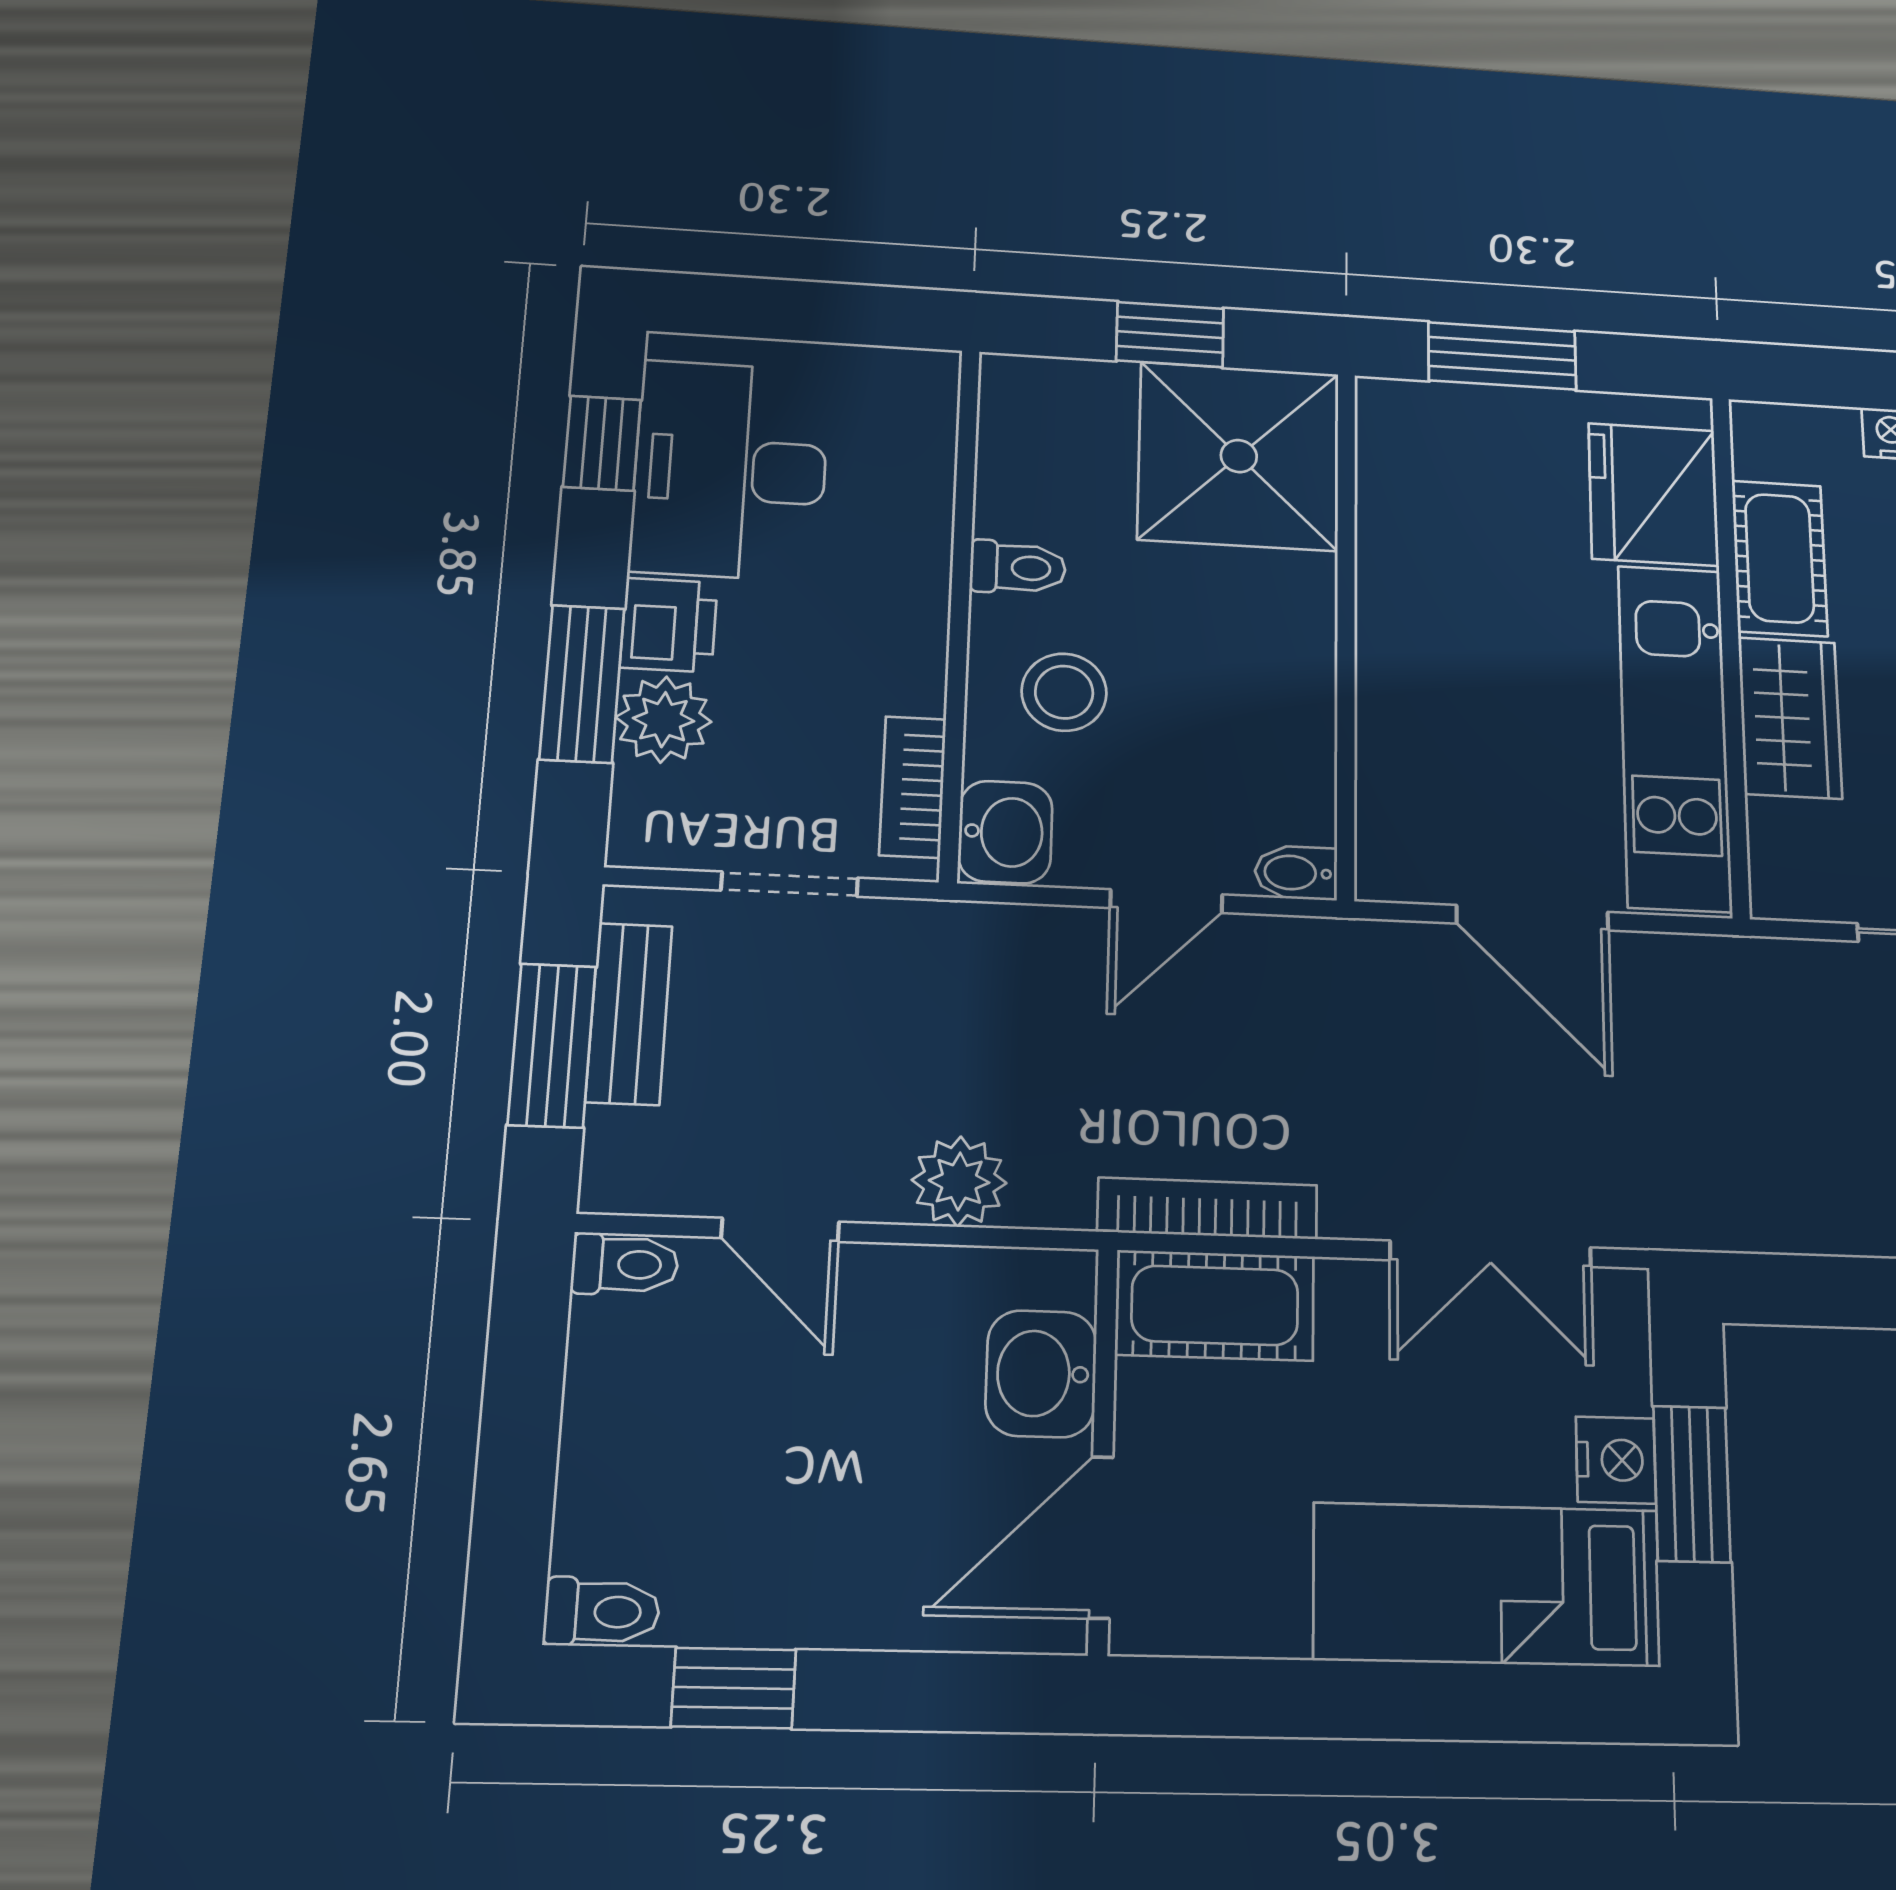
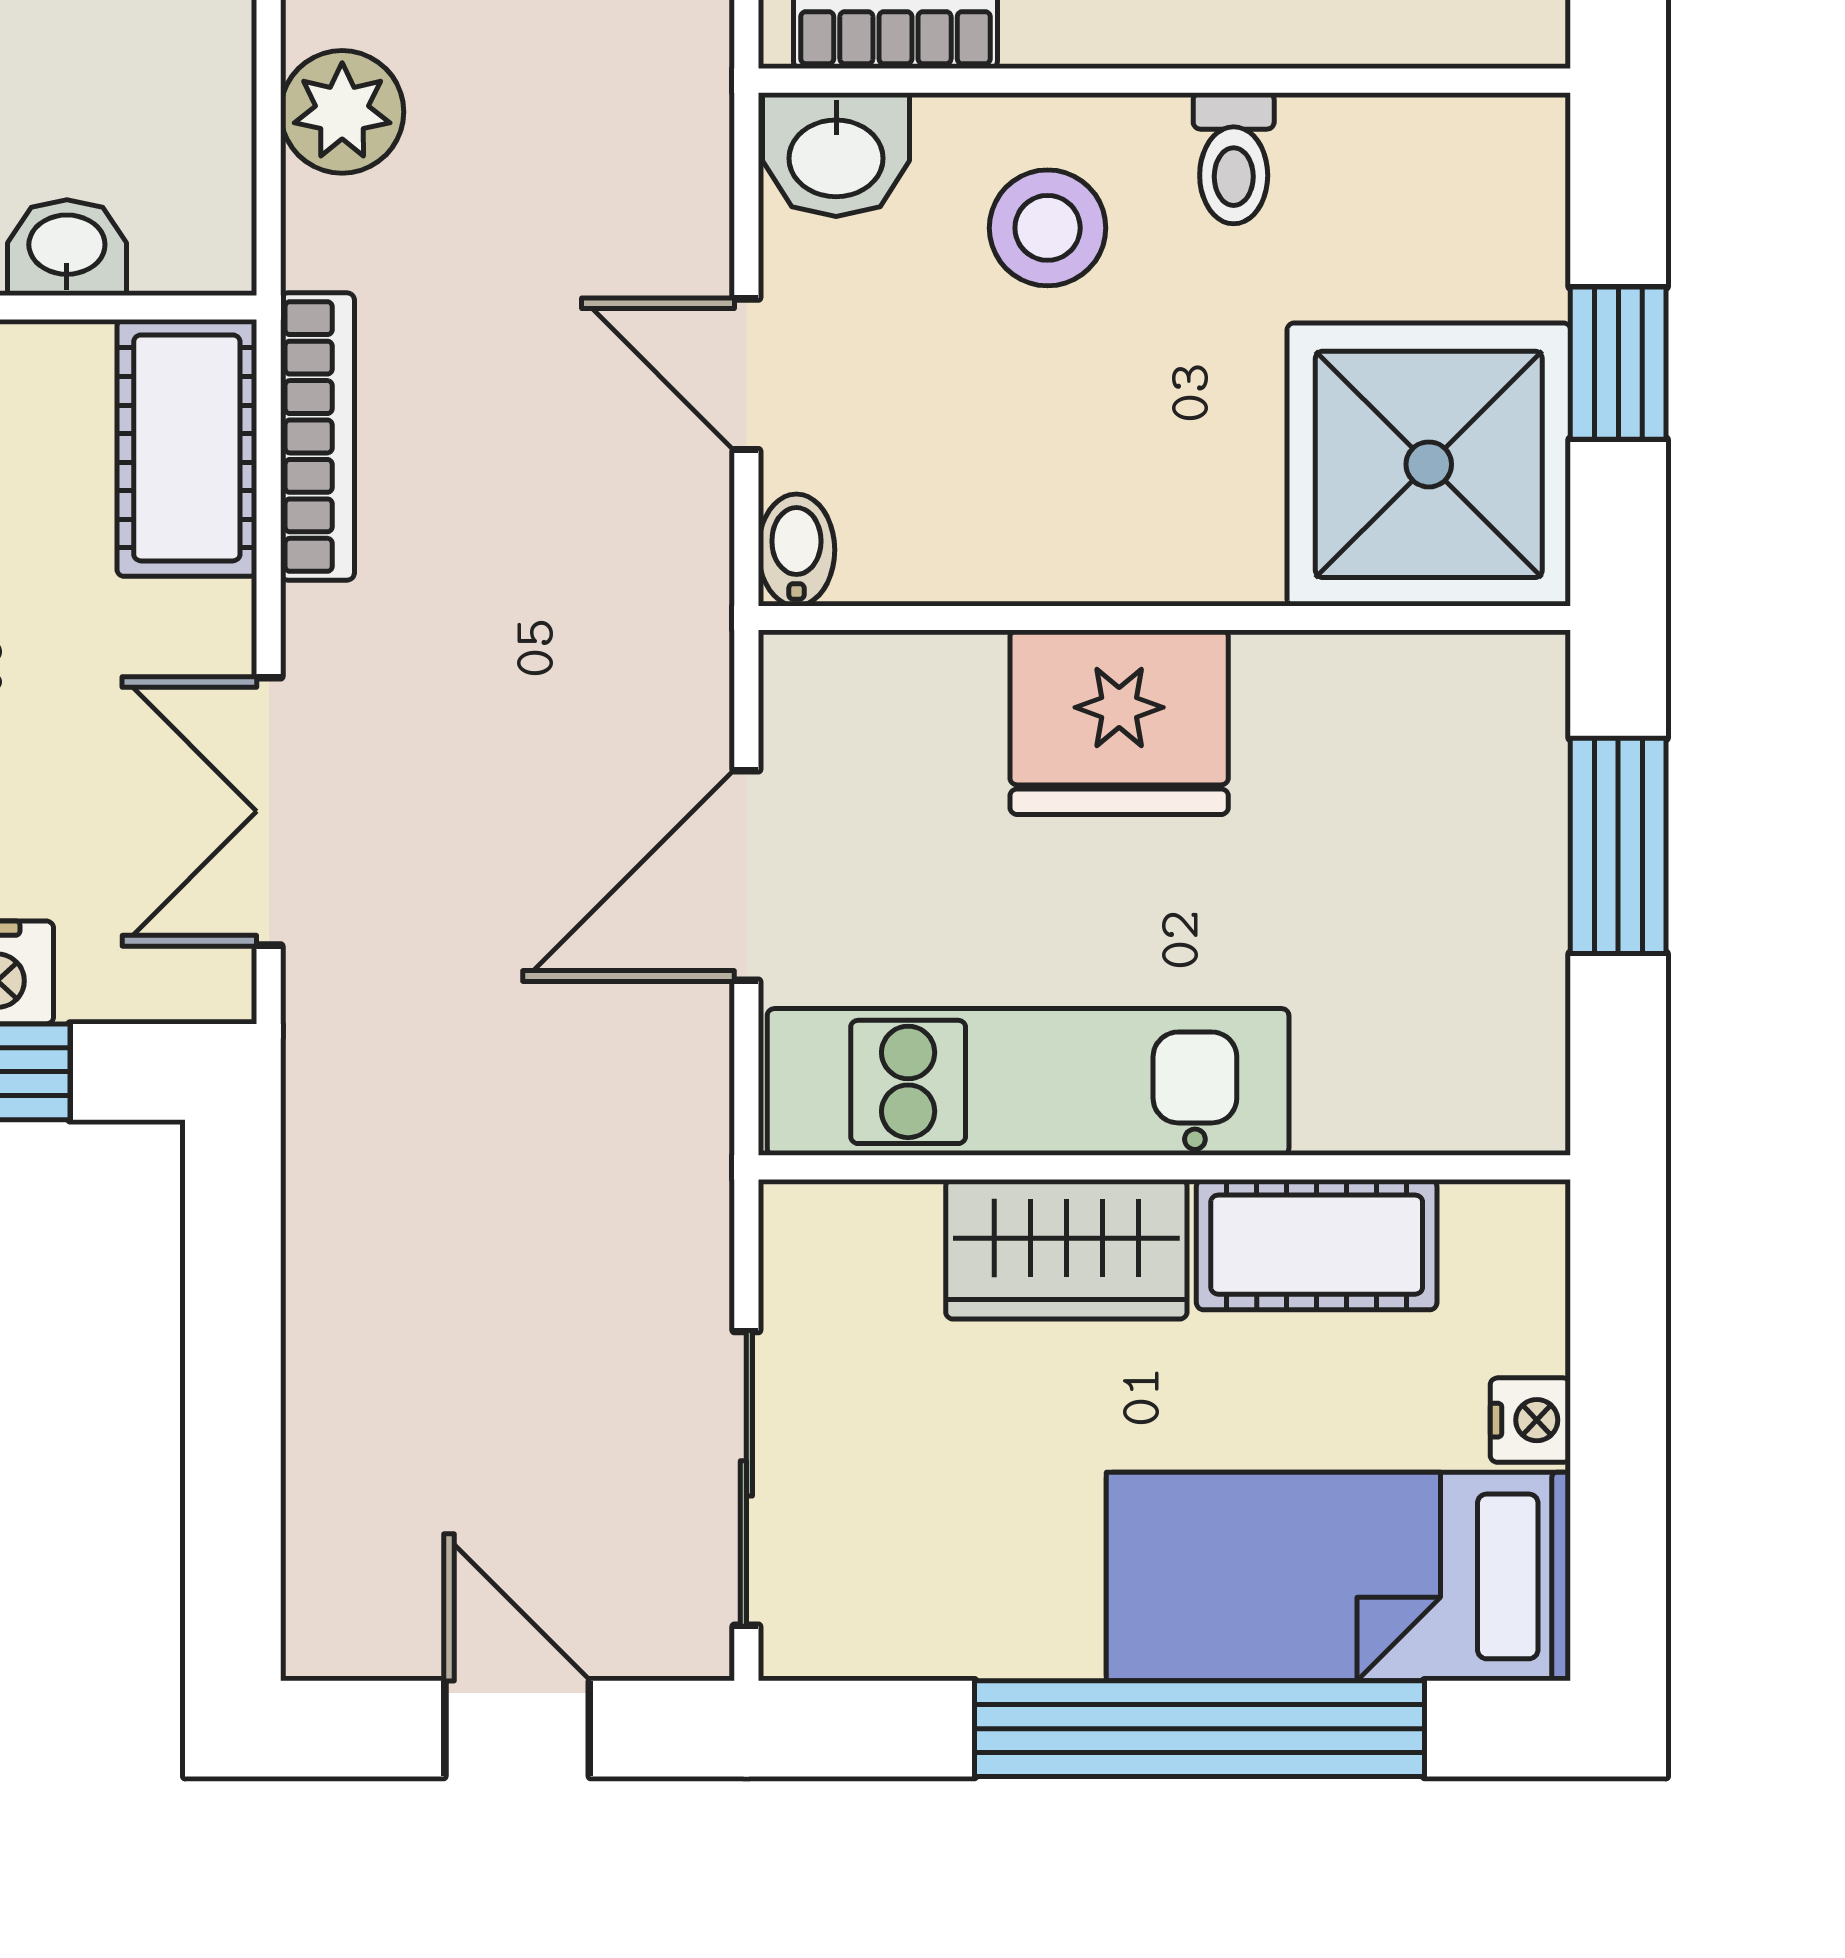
fridge: (1653, 494) -> (1119, 722), moved, turned 180
washbasin: (1041, 1374) -> (67, 248), width x0.72, depth x0.69

